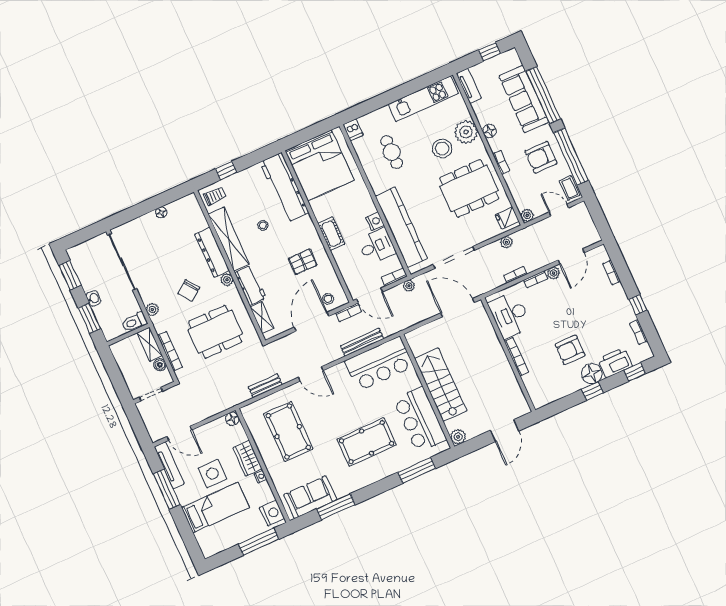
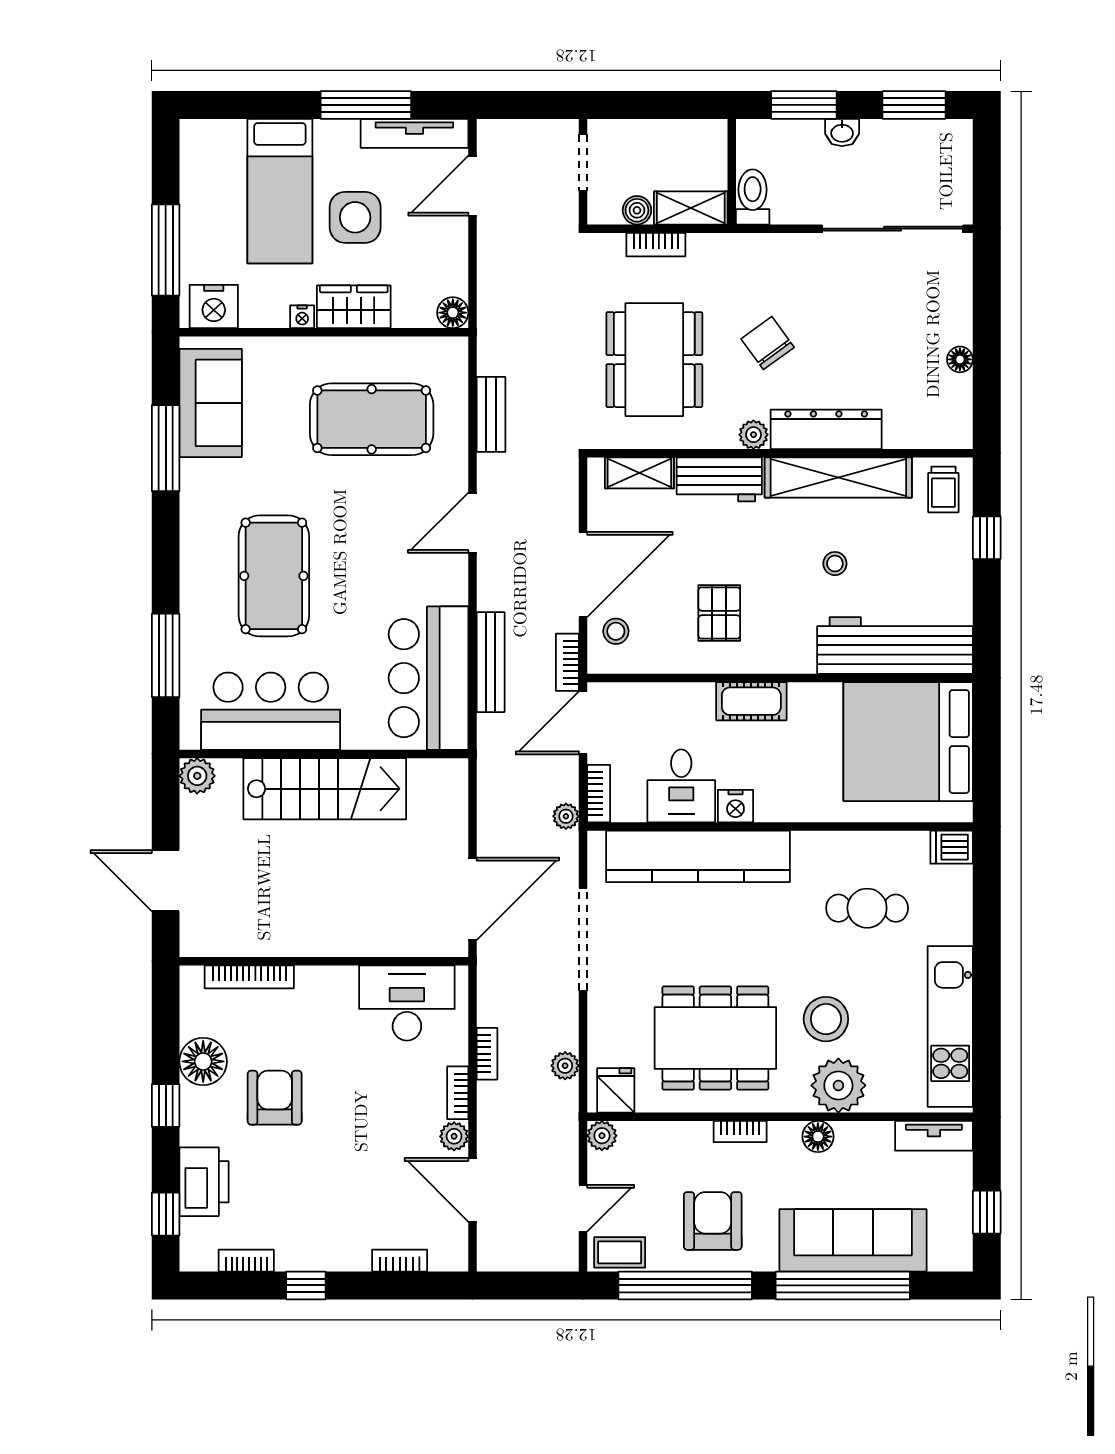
dining table: (469, 188) -> (715, 1038), turned 90
plant: (152, 310) -> (762, 247), removed
door: (312, 322) -> (583, 575), hinge flipped
bookcase: (170, 351) -> (656, 245), width x0.64
bookcase: (516, 357) -> (249, 977), moved
floor lamp: (592, 374) -> (203, 1061), moved

